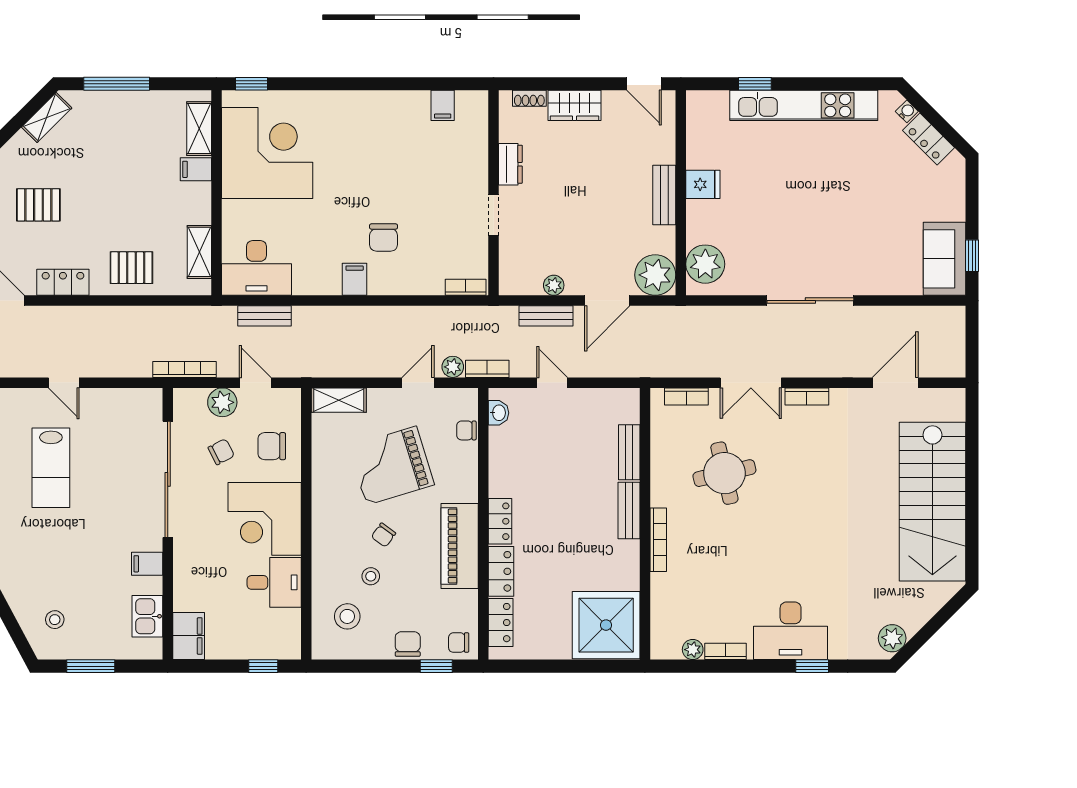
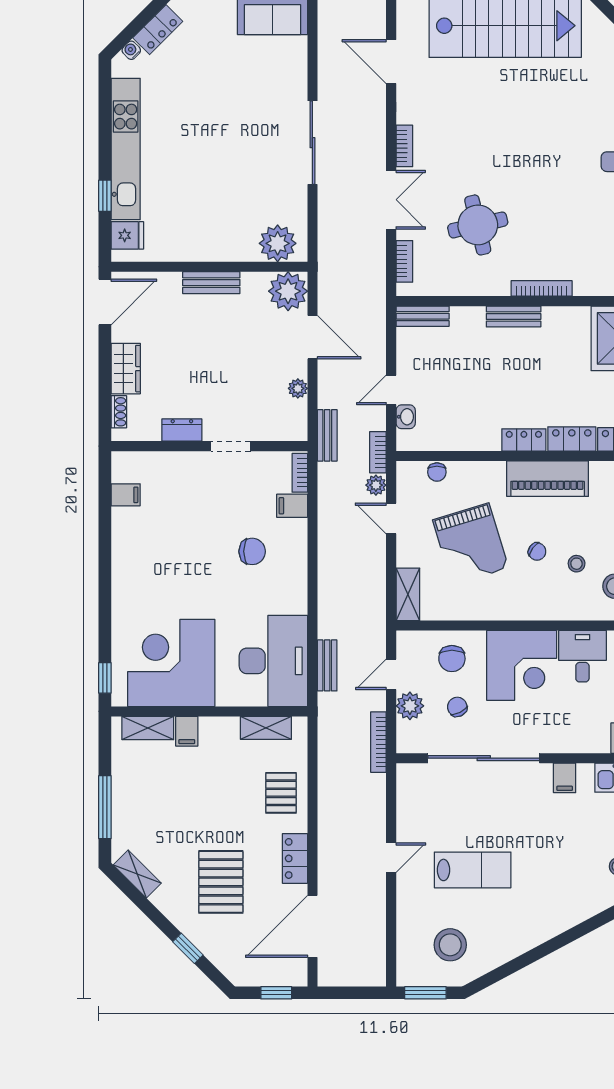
door: (644, 84) -> (105, 302), width x1.37
fridge: (703, 184) -> (127, 235), moved, turned 90
pallet: (38, 205) -> (221, 882), width x1.50, depth x1.42
desk: (256, 268) -> (273, 661), width x1.36, depth x1.30
filing cabinet: (355, 279) -> (292, 506), moved
bench: (546, 316) -> (327, 435), moved
washbasin: (498, 413) -> (406, 417), moved, turned 90
bench: (629, 452) -> (423, 316), moved

